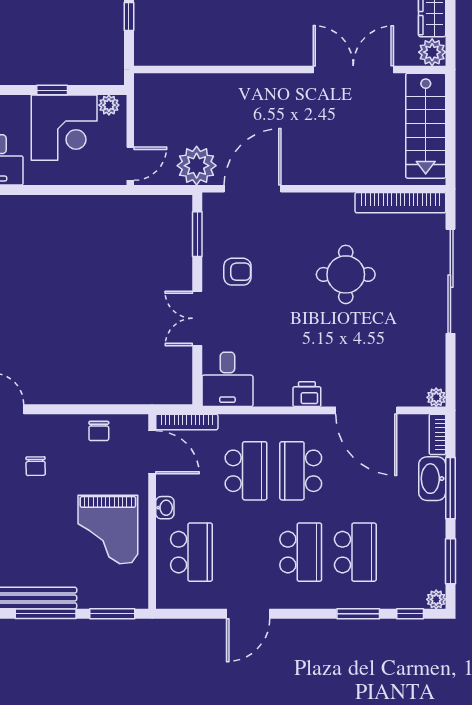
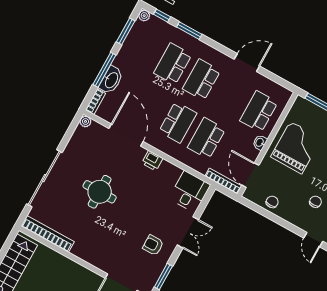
round table: (346, 274) -> (100, 192), moved

